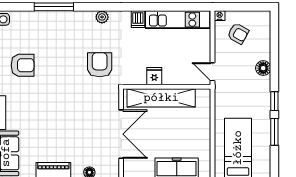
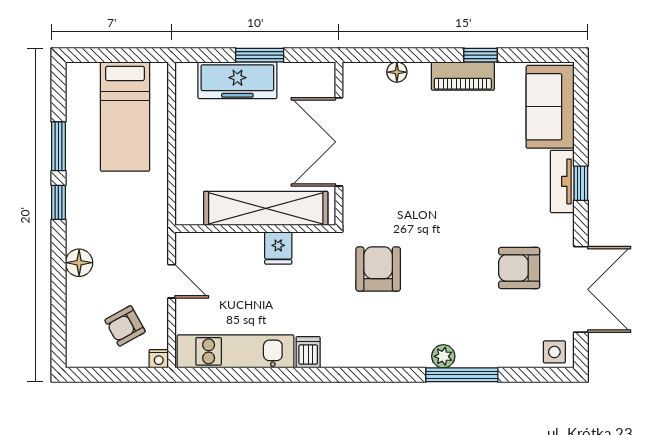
plant: (102, 17) -> (443, 356), moved
armchair: (238, 34) -> (125, 326), turned -58
armchair: (100, 65) -> (378, 269), turned 180
door: (213, 72) -> (172, 281), moved

